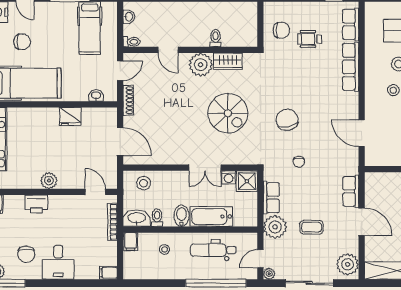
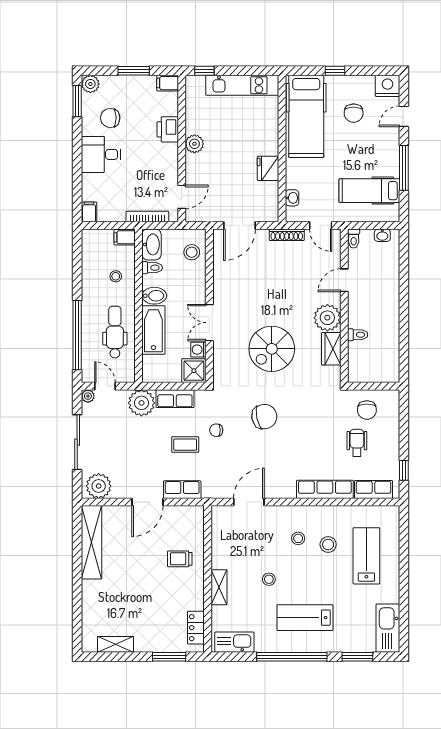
coffee table: (312, 227) -> (185, 445), moved, turned 90

